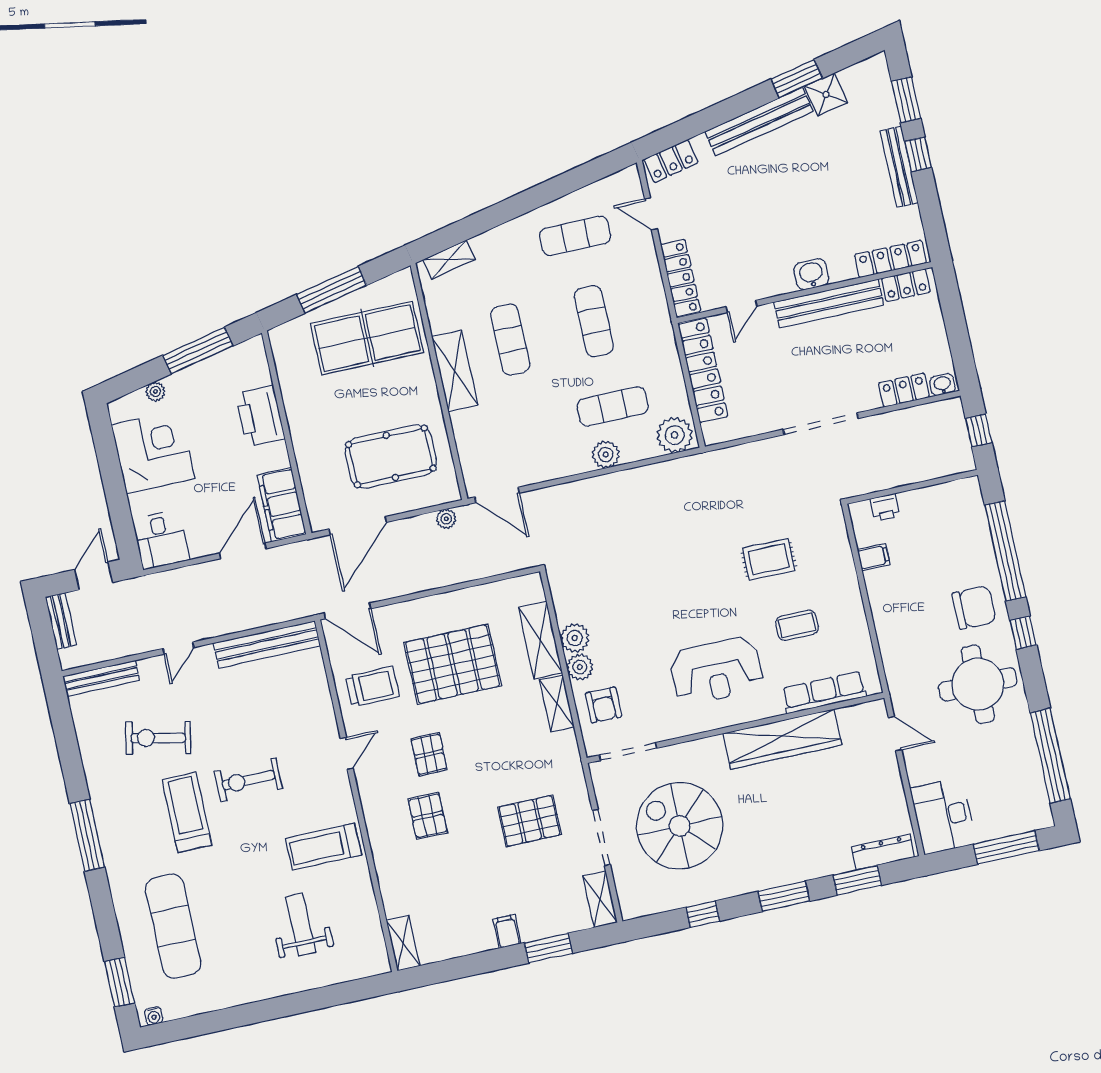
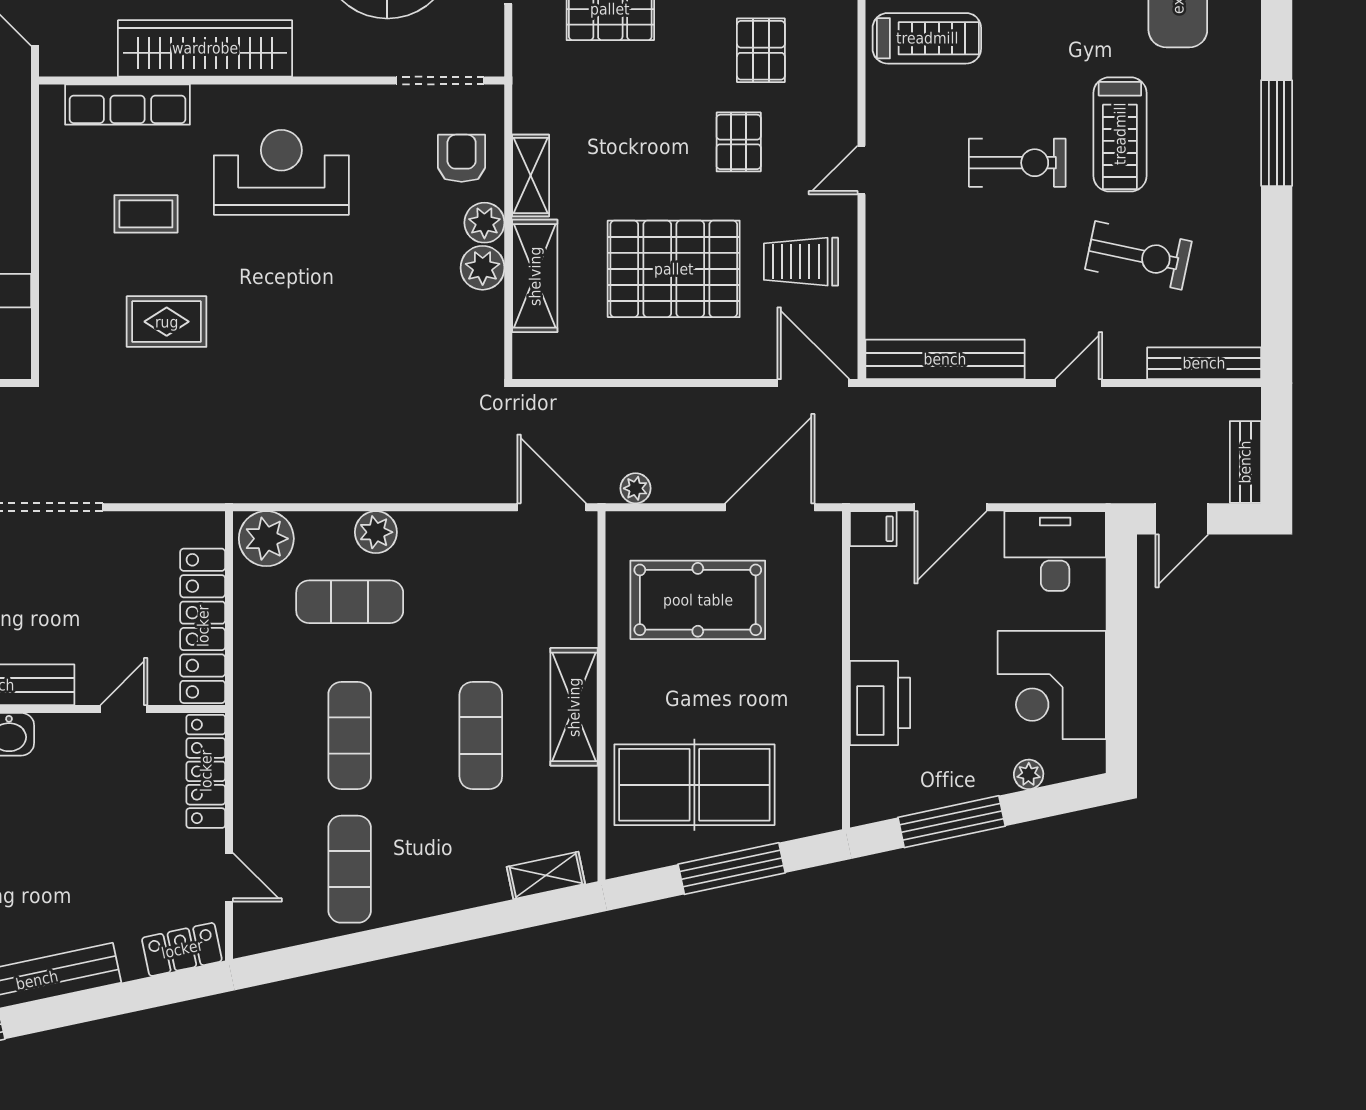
exercise mat: (575, 236) -> (350, 869), turned 90
filing cabinet: (282, 505) -> (873, 529), width x0.33, depth x0.86
desk: (161, 540) -> (1055, 551), width x1.37

